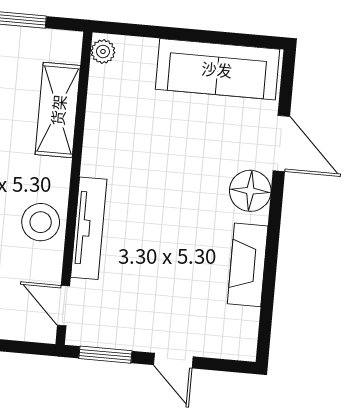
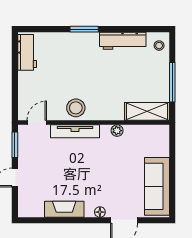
plant: (103, 51) -> (117, 131), moved
shelving: (58, 110) -> (147, 111), moved
floor lamp: (250, 191) -> (100, 212), width x0.53, depth x0.53

